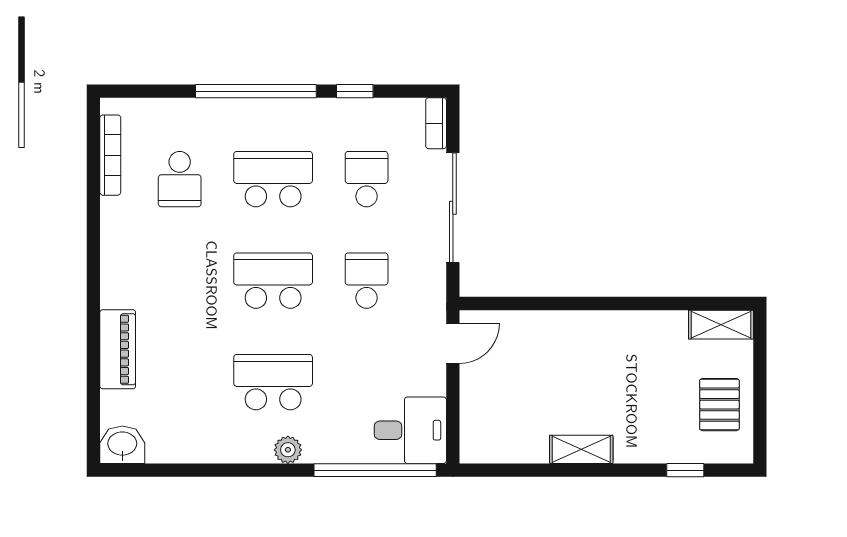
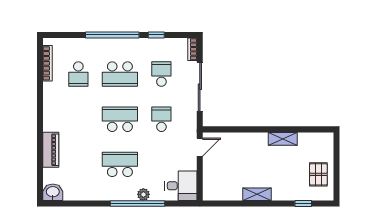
school desk: (273, 179) -> (120, 74), turned 180
shelving: (721, 325) -> (283, 139), moved
plant: (288, 450) -> (143, 194), moved
window: (375, 470) -> (137, 203), moved

